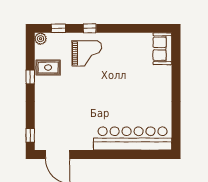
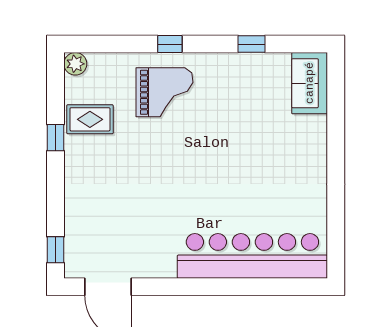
window: (58, 28) -> (251, 44), moved

